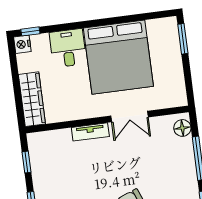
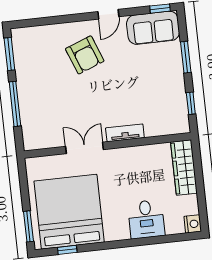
window: (30, 31) -> (67, 250), moved
bed: (118, 57) -> (69, 212), moved
floor lamp: (182, 128) -> (31, 135), removed

